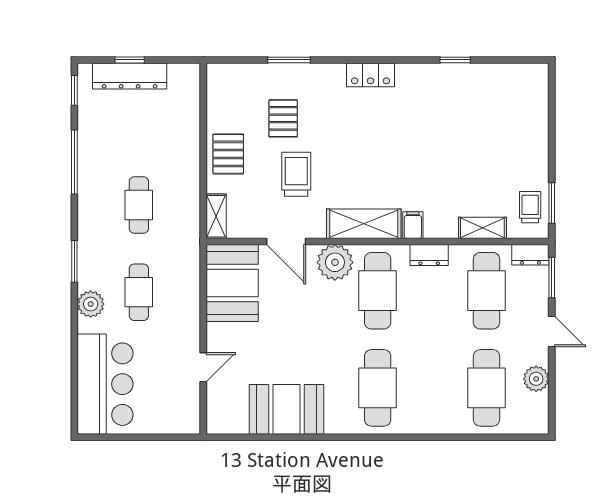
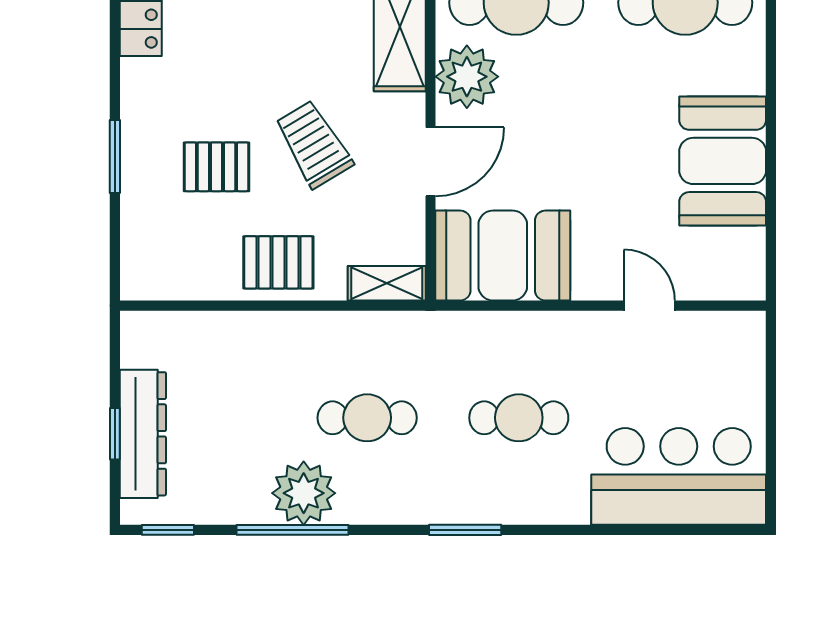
trolley: (296, 174) -> (314, 144), turned 59
plant: (91, 304) -> (304, 493), moved, width x1.36, depth x1.36

